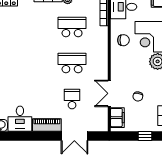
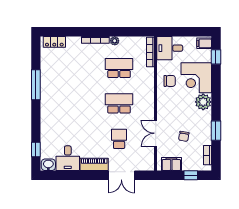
filing cabinet: (117, 118) -> (171, 164), moved, turned -90

